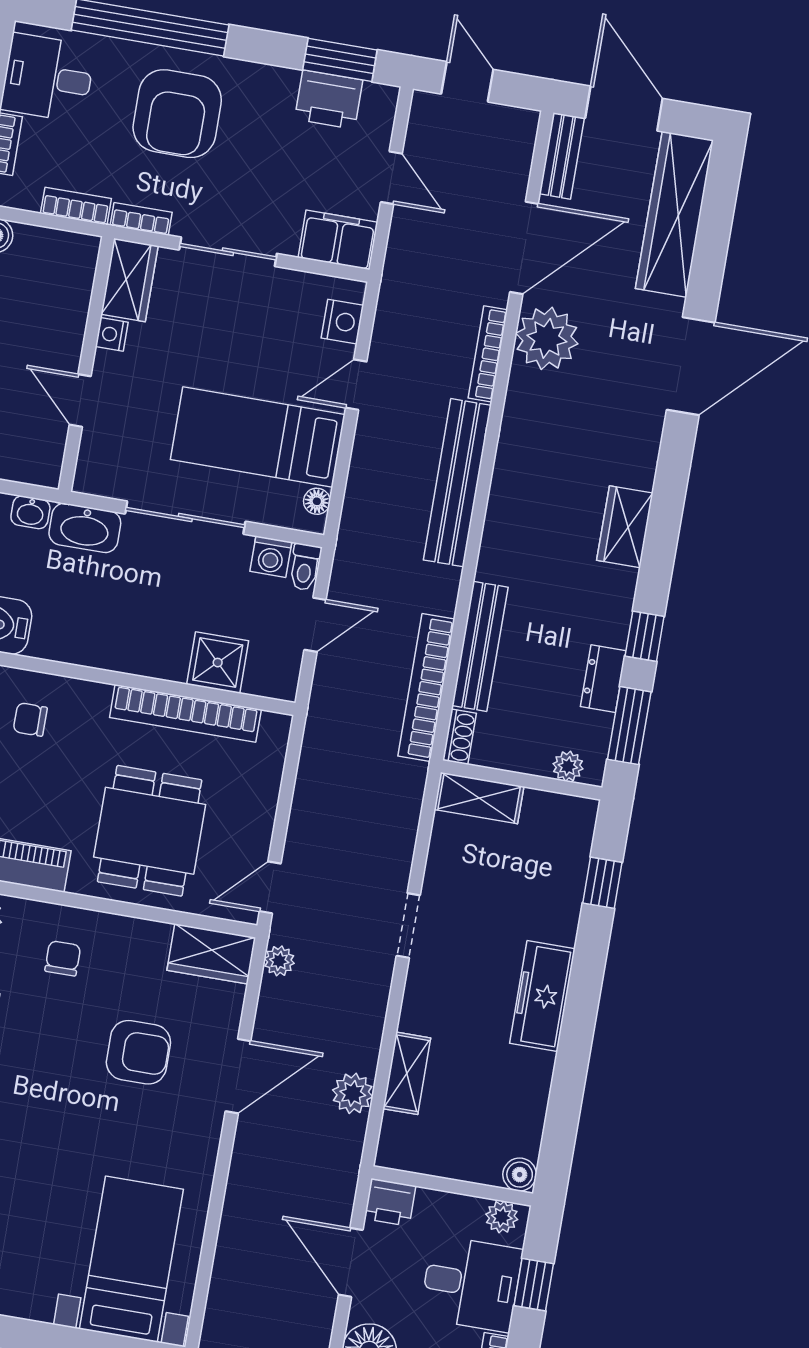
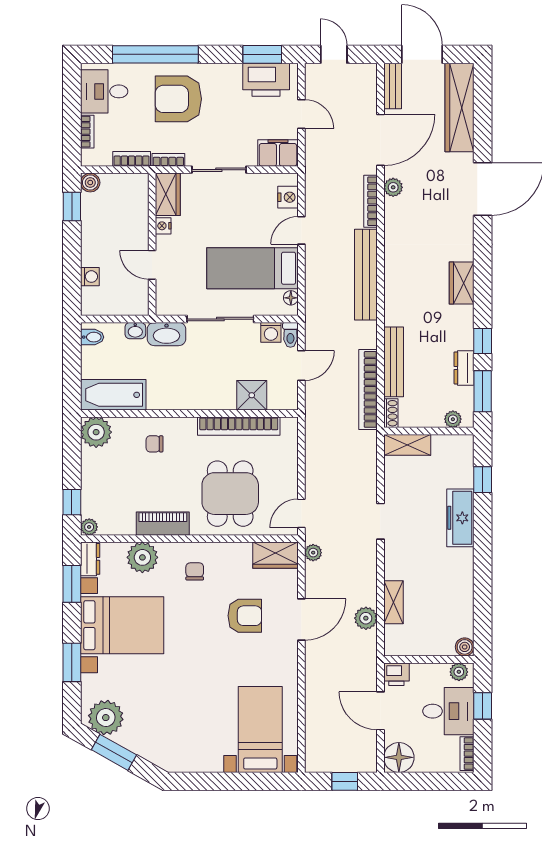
printer: (329, 100) -> (266, 80), width x1.37, depth x1.19
armchair: (177, 114) -> (178, 99), turned 90
plant: (547, 338) -> (393, 187), width x0.53, depth x0.53
freezer: (542, 996) -> (460, 518), moved

